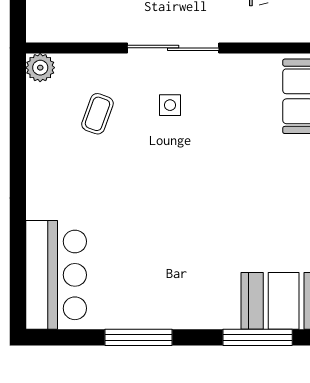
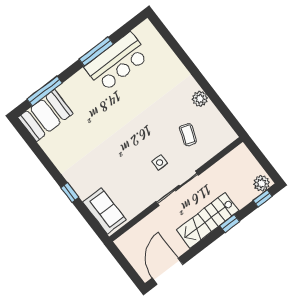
plant: (40, 68) -> (200, 99), moved
bar counter: (56, 275) -> (117, 62), moved, turned -90

